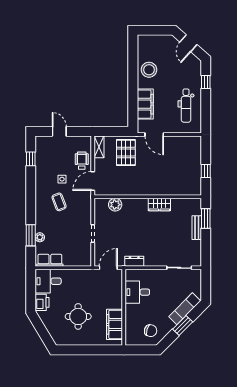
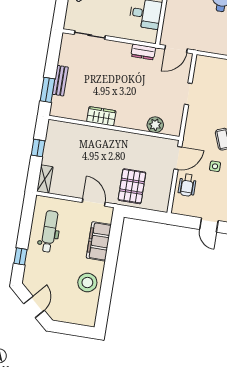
shelving: (99, 147) -> (45, 179), moved

